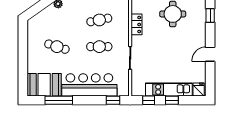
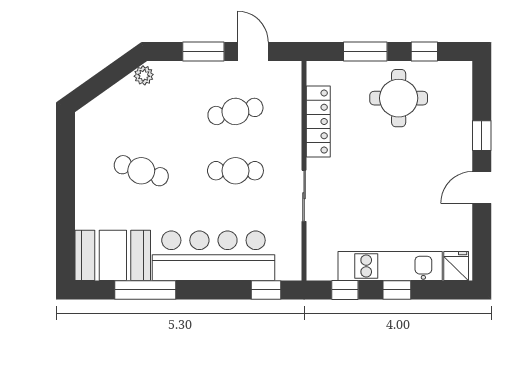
window: (210, 15) -> (482, 136), moved
locker: (137, 24) -> (318, 122), width x1.53

